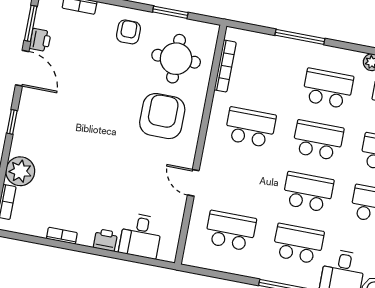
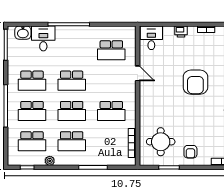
armchair: (162, 116) -> (195, 82), moved
desk: (141, 236) -> (151, 38), moved
school desk: (298, 244) -> (72, 50), removed

